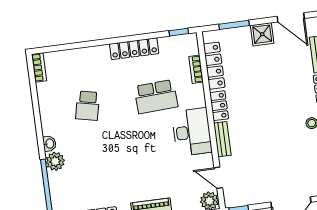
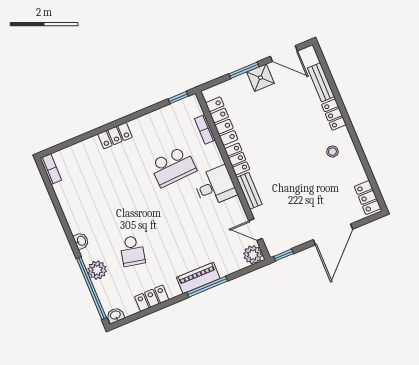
window: (234, 25) -> (244, 70), moved
locker: (134, 49) -> (115, 136), moved, width x0.66
school desk: (88, 106) -> (132, 251), moved
desk: (192, 132) -> (215, 186), width x0.73
plant: (55, 161) -> (97, 270), moved

